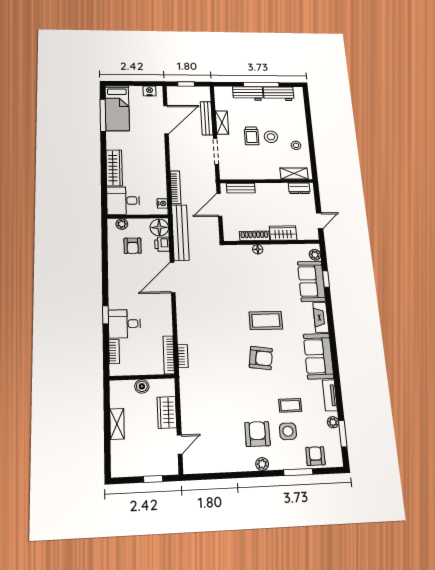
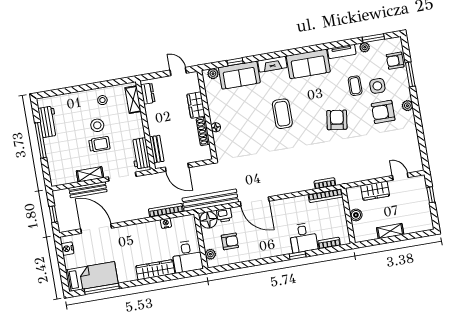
workbench: (248, 93) -> (140, 153), moved, turned 180
nightstand: (162, 203) -> (166, 223), moved
armchair: (261, 358) -> (337, 120), moved

